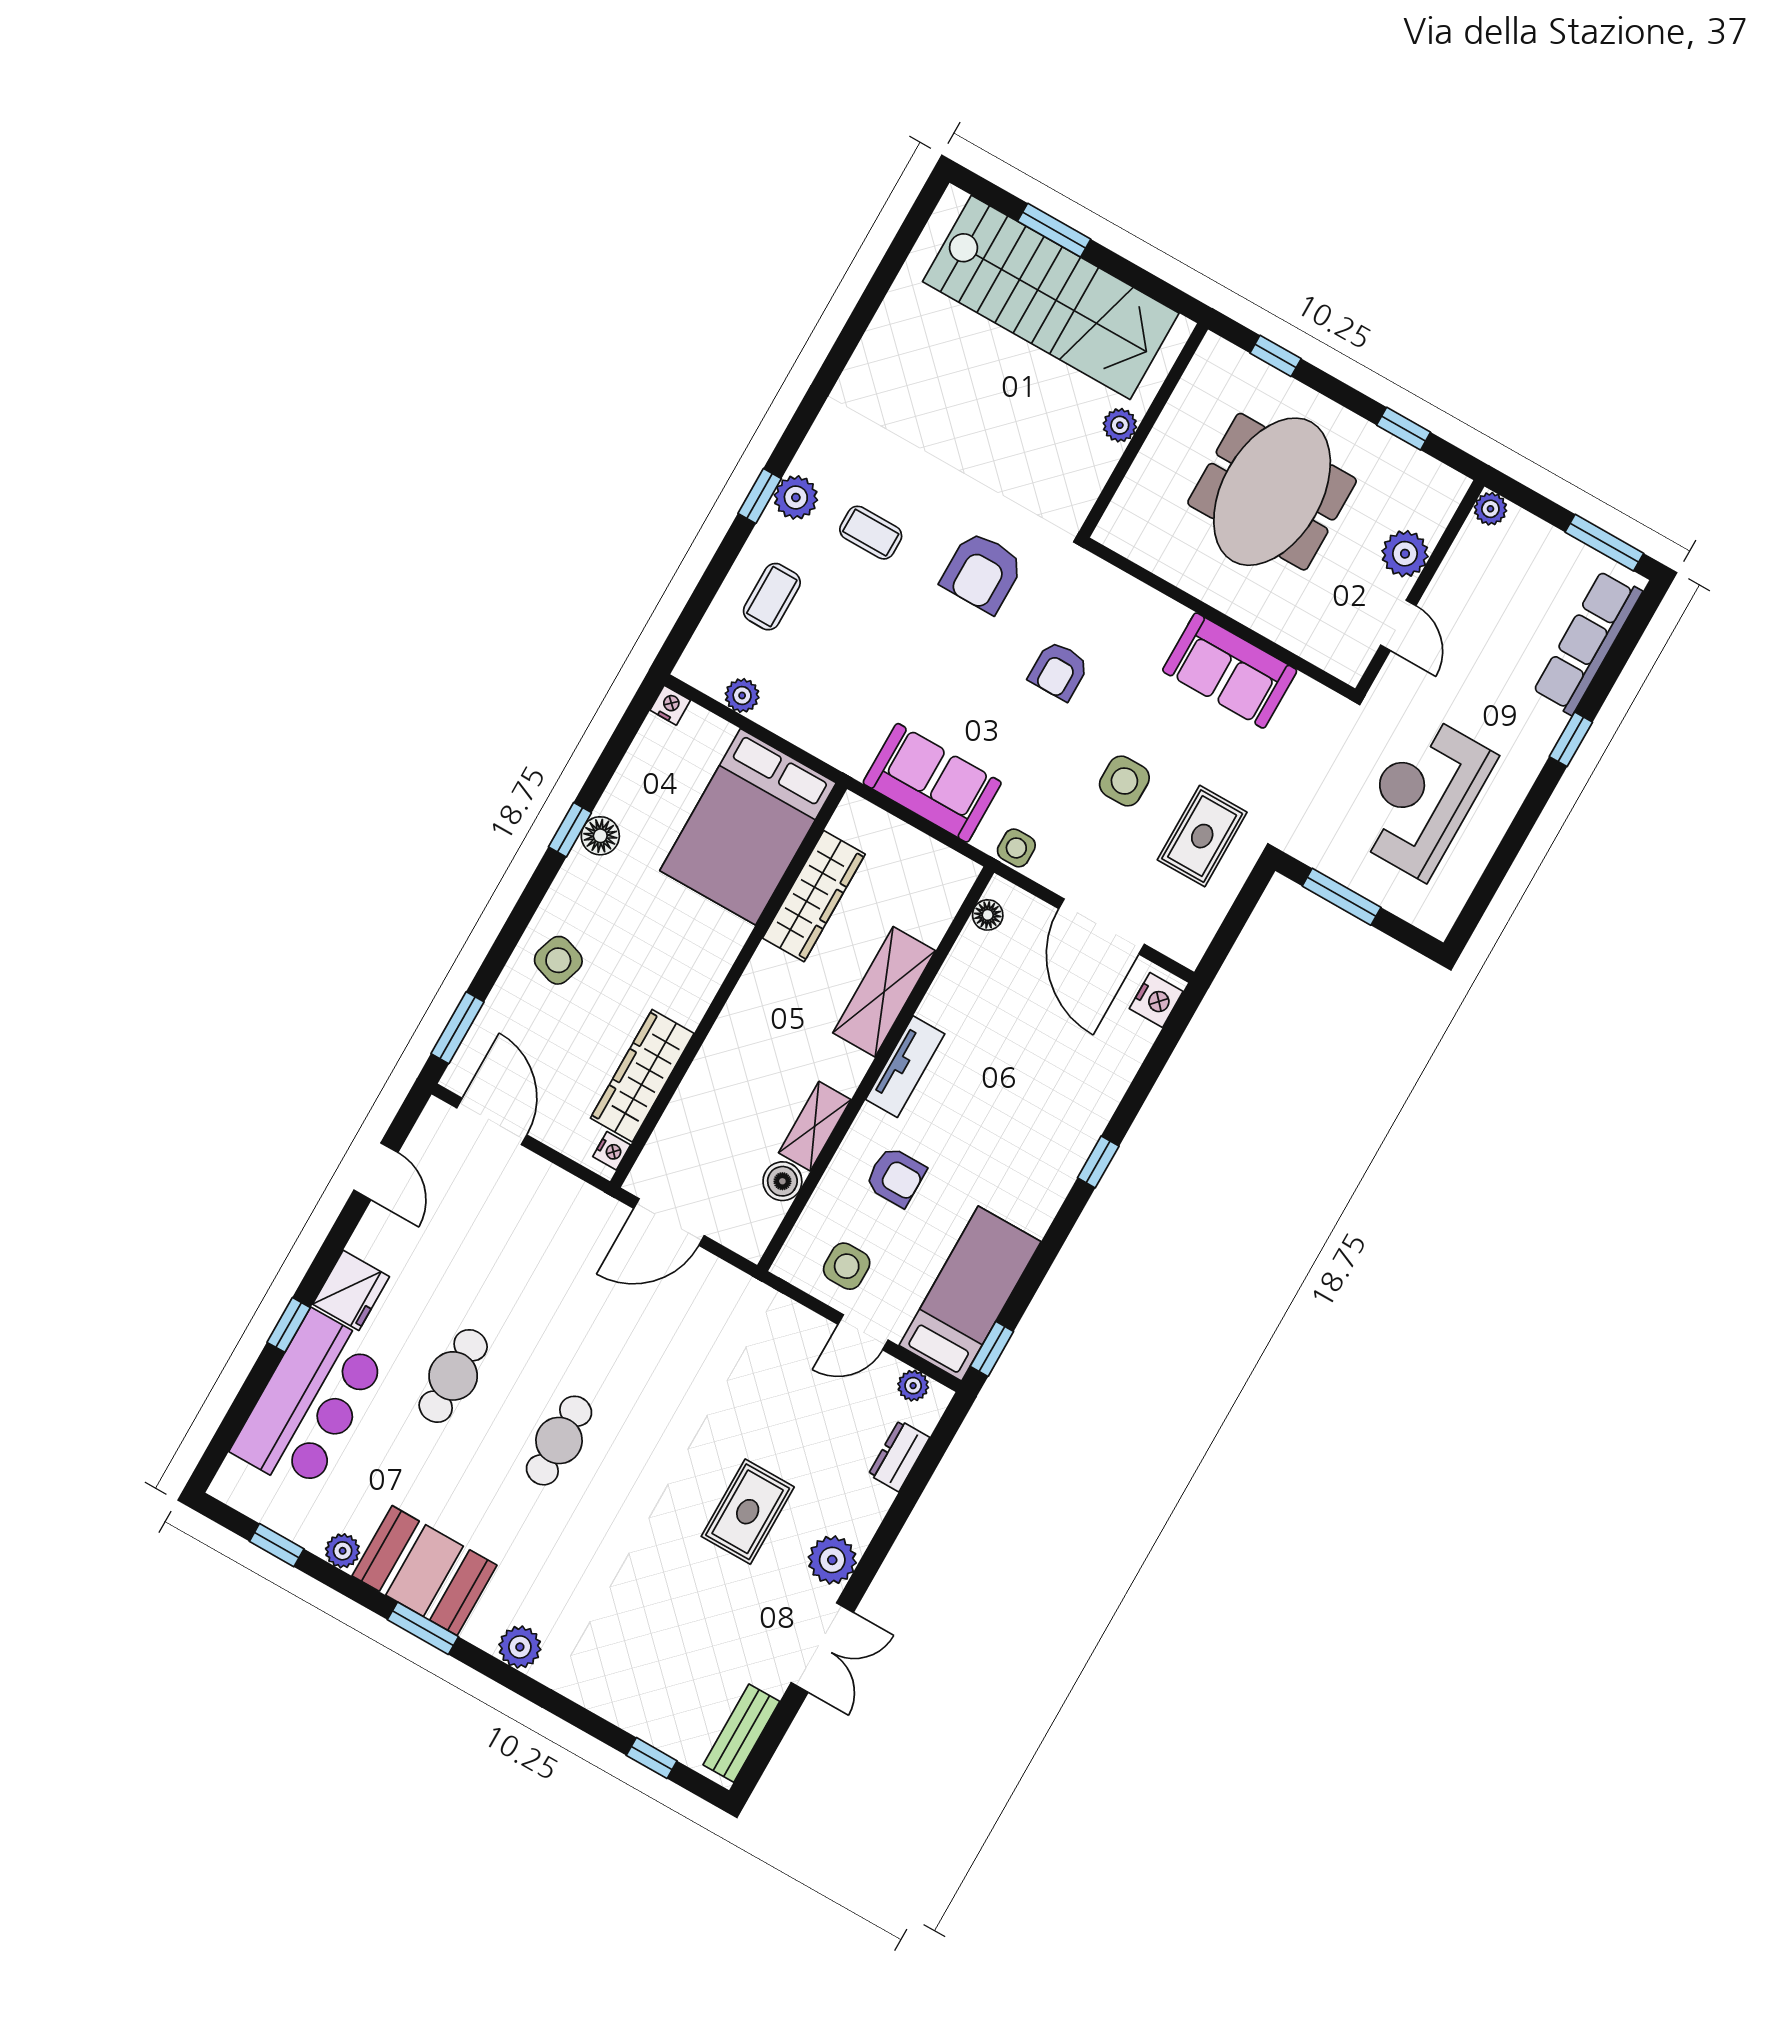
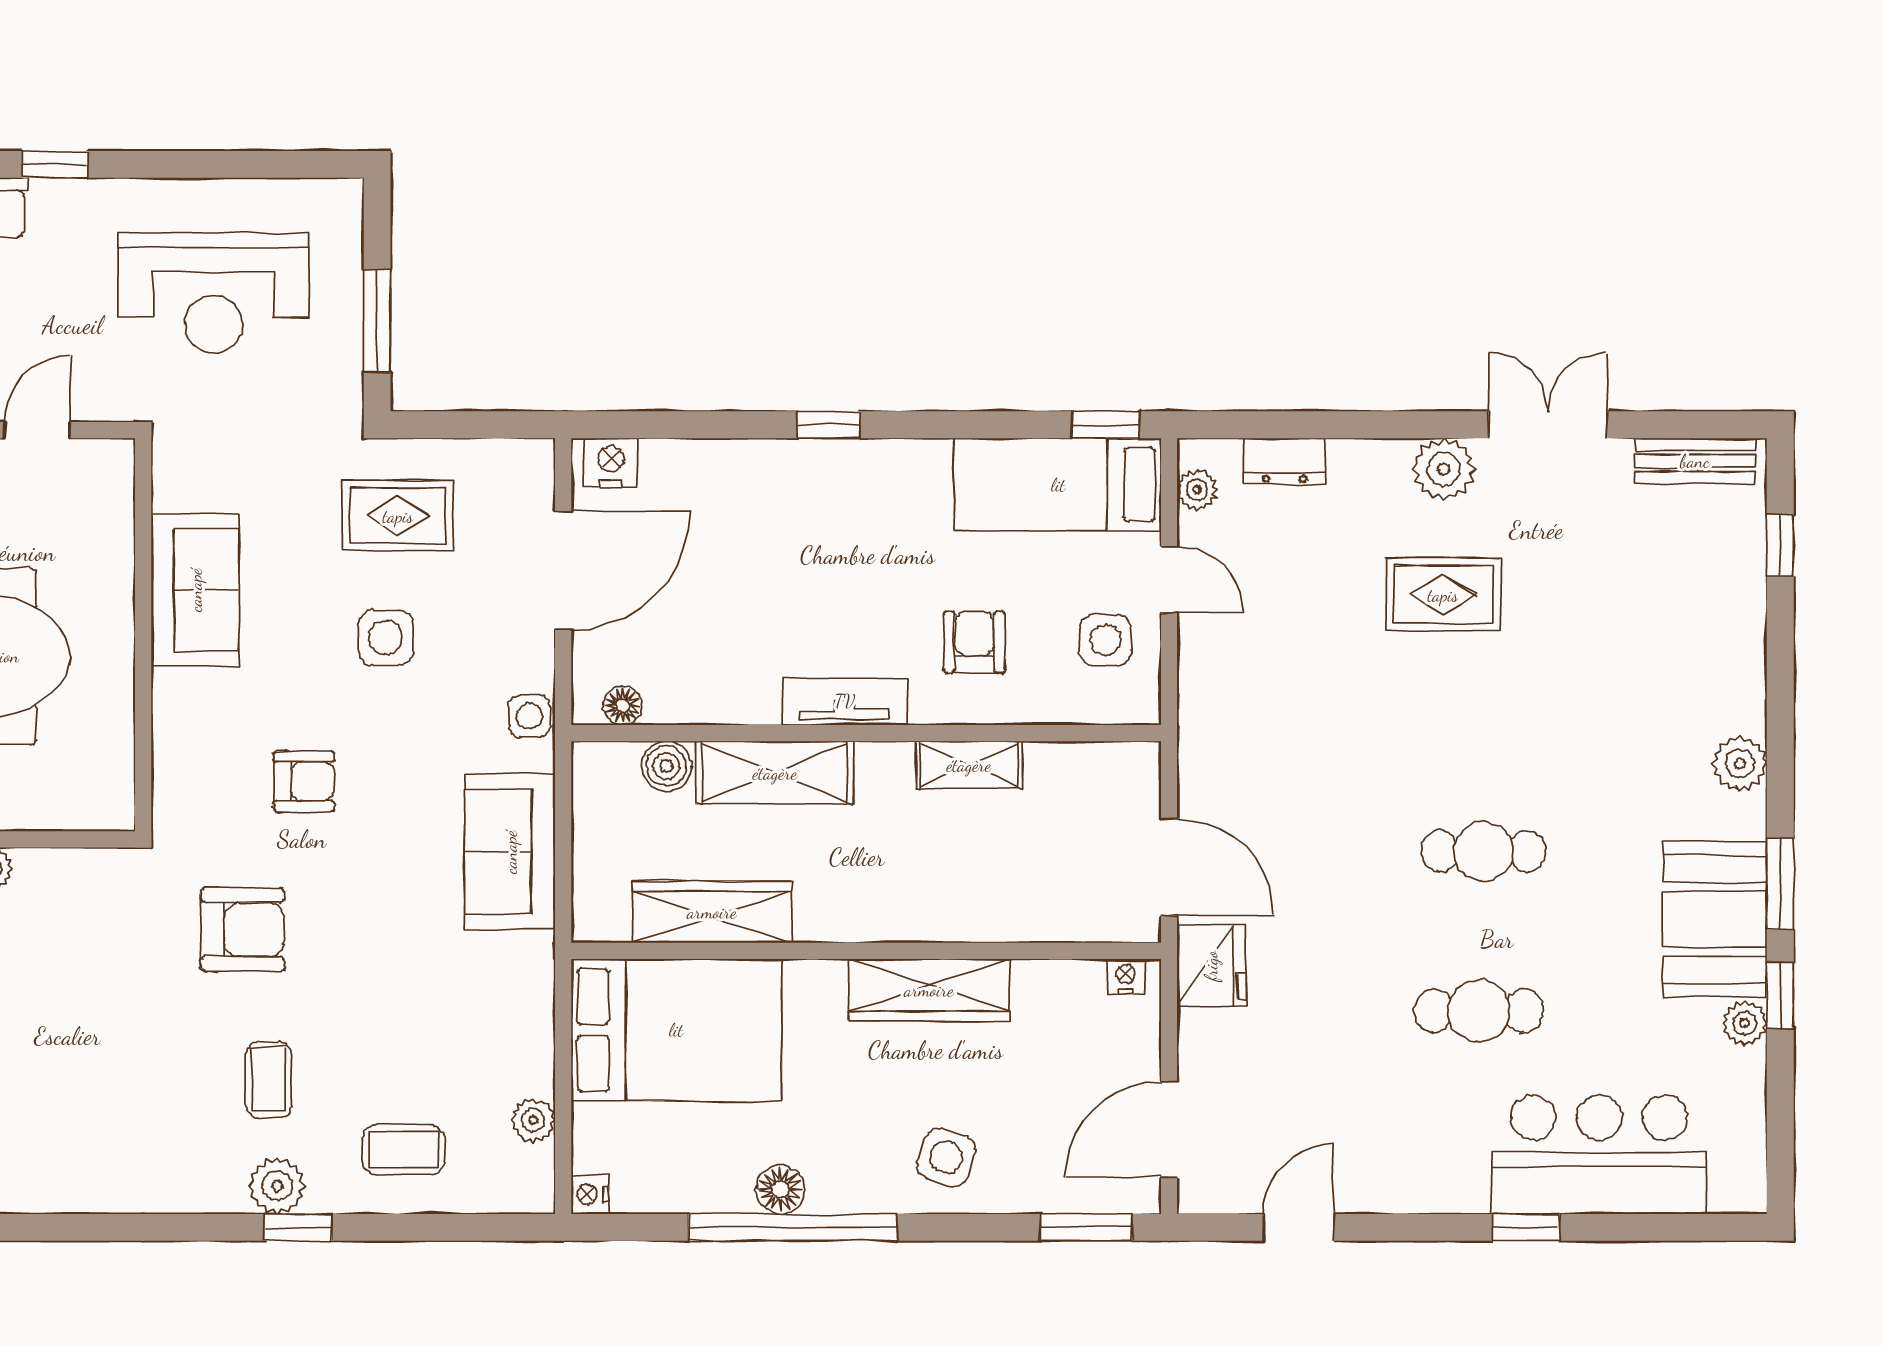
window: (570, 830) -> (793, 1227), width x3.17
wardrobe: (642, 1076) -> (929, 990), moved
boiler: (782, 1181) -> (666, 766), moved
fridge: (351, 1290) -> (1211, 966), moved, turned 90
window: (277, 1545) -> (1780, 995), moved

